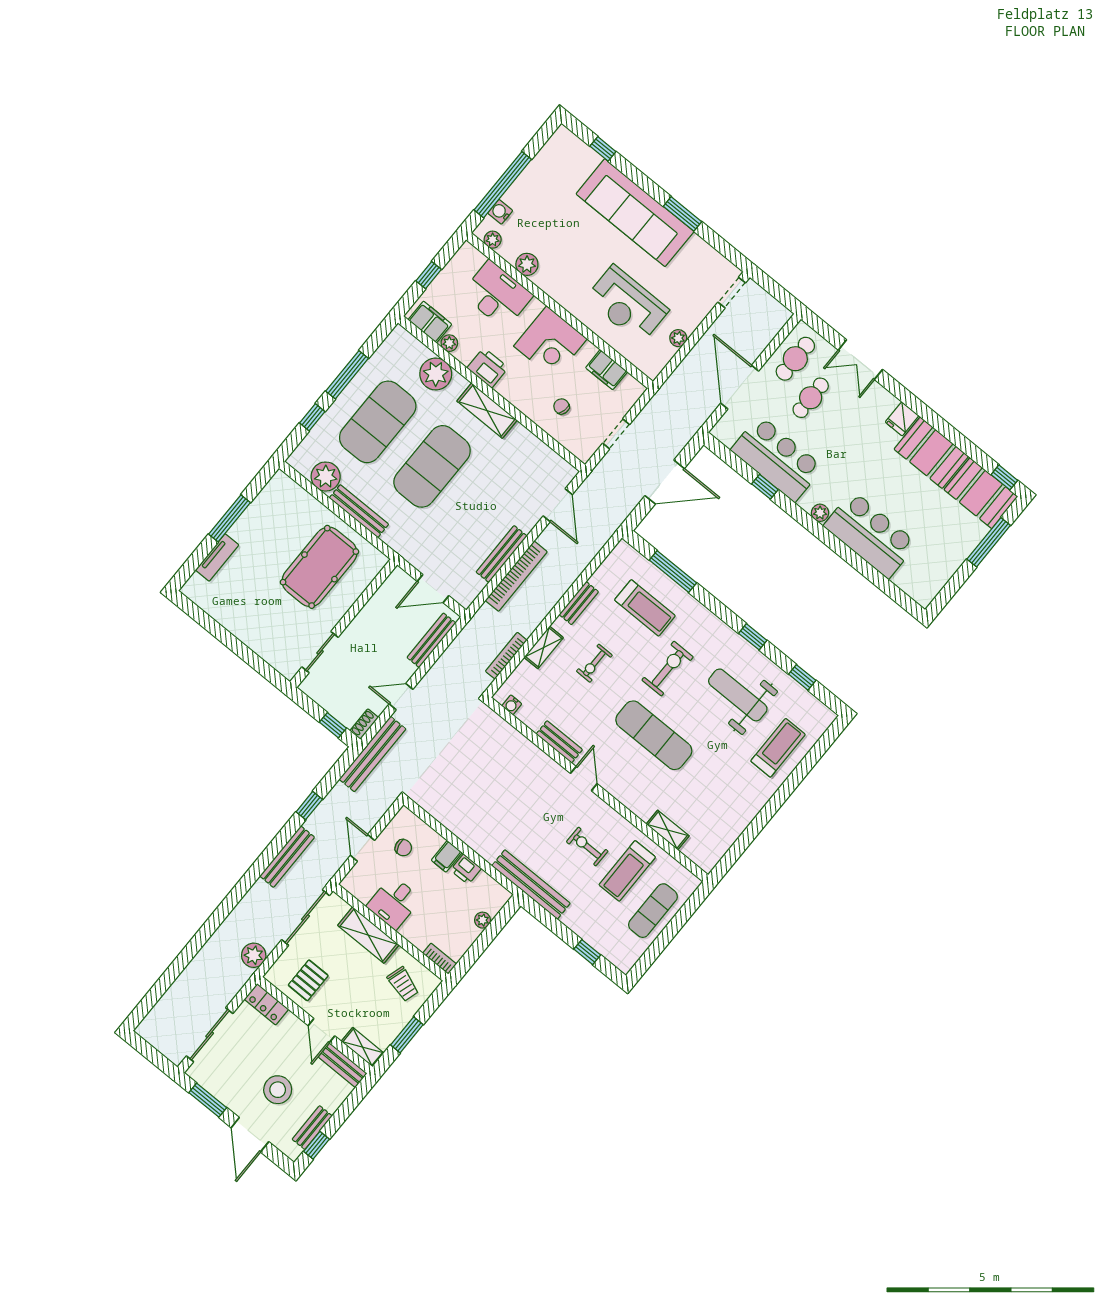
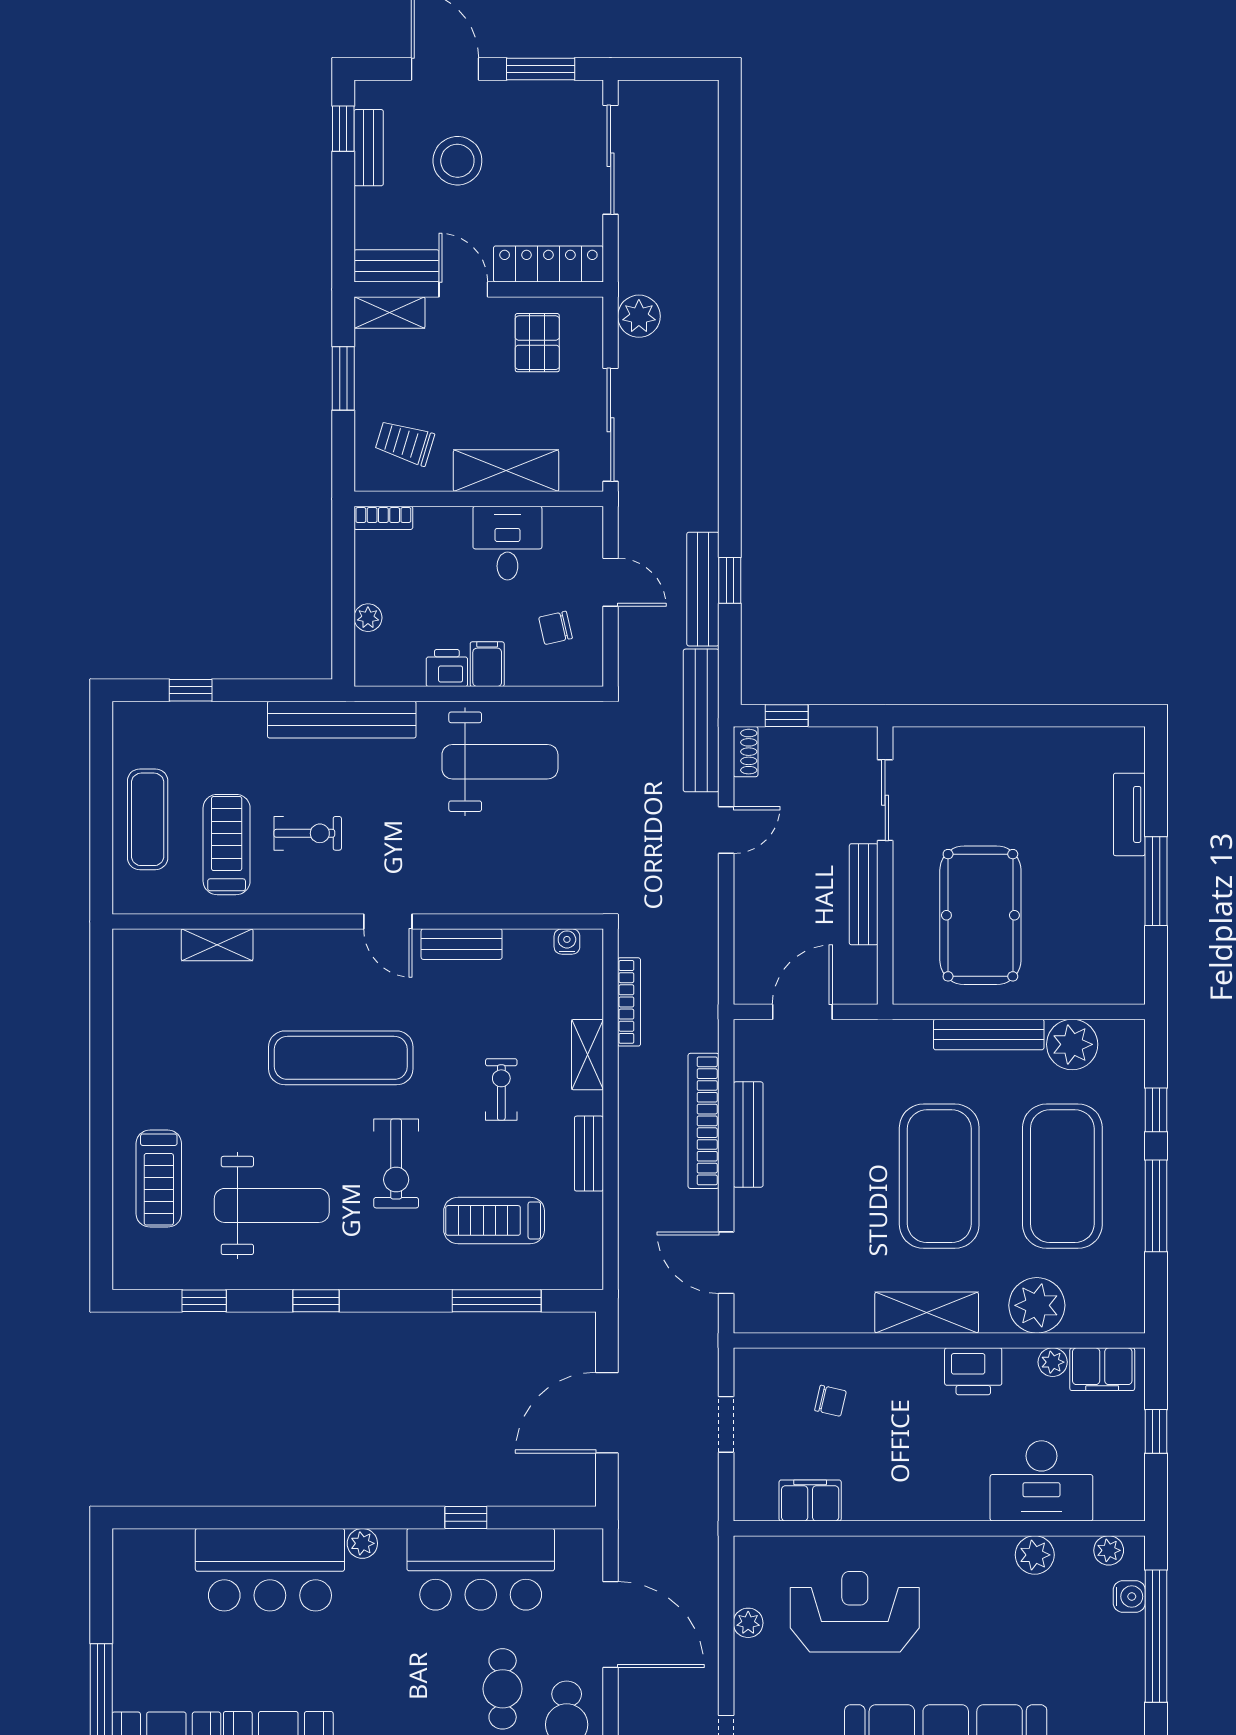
corner desk: (550, 342) -> (916, 1475), removed
bench: (431, 640) -> (864, 894), moved
weight bench: (476, 809) -> (500, 762), added
bench: (287, 857) -> (703, 589), moved
locker: (266, 1004) -> (548, 264), width x1.53

